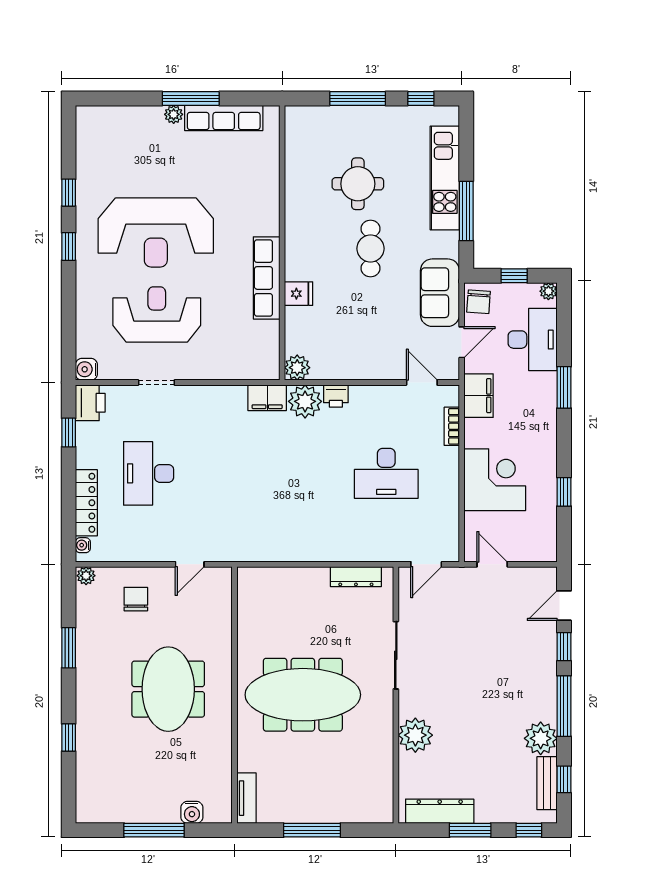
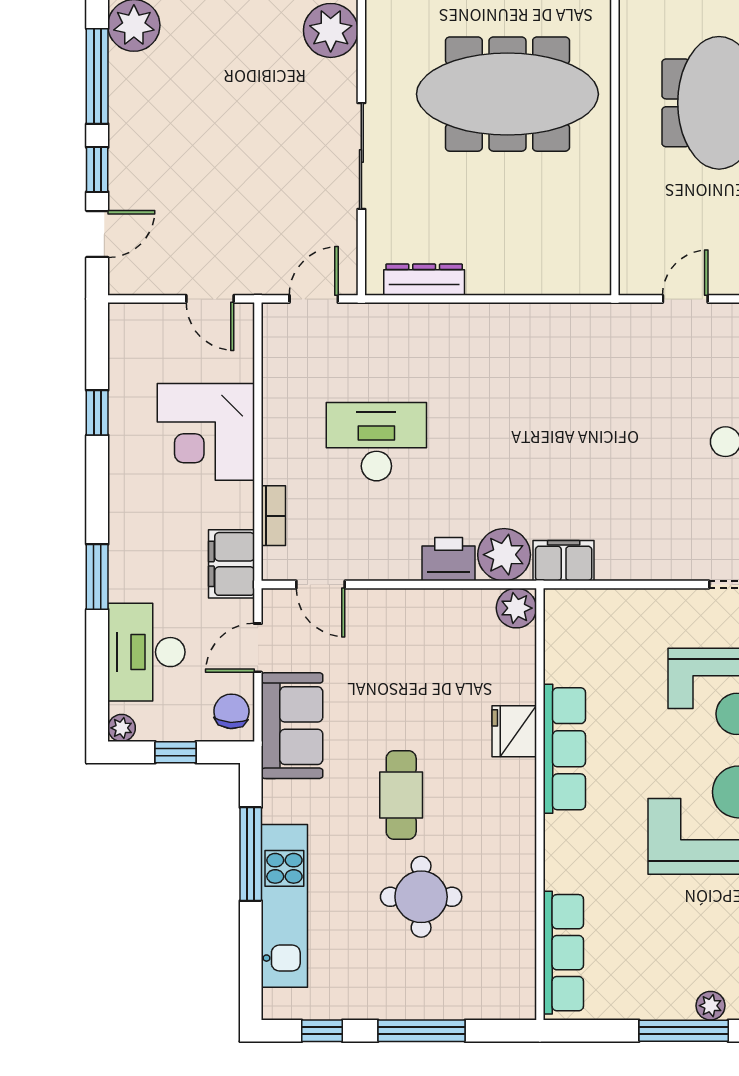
row of seats: (224, 118) -> (563, 953), moved, turned 90
fridge: (299, 294) -> (514, 731), width x1.38
printer: (336, 396) -> (449, 559), width x1.36, depth x1.24

